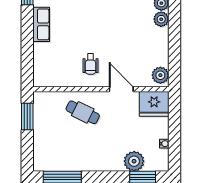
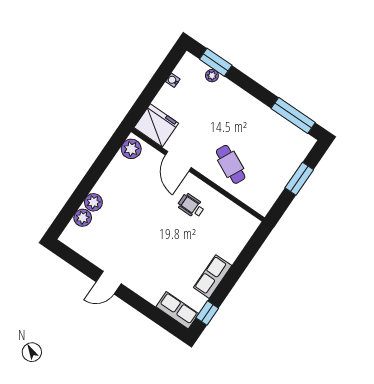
wheelchair: (91, 64) -> (191, 206), turned -90
window: (27, 117) -> (299, 179), moved
plant: (134, 161) -> (212, 76), width x0.53, depth x0.53

